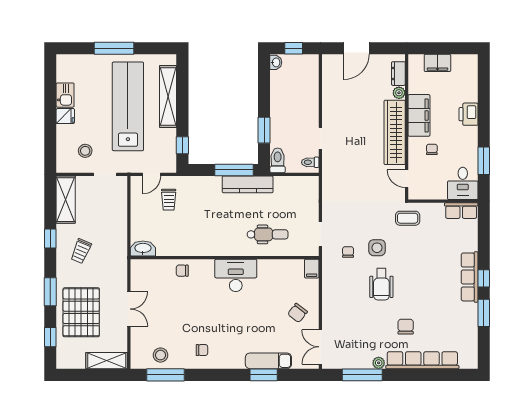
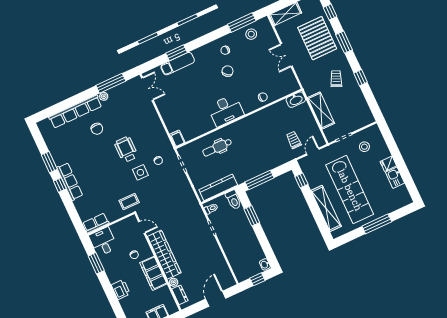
kitchen counter: (248, 184) -> (218, 187), moved
shelving: (66, 200) -> (321, 111), moved
chair: (297, 313) -> (228, 71), moved

